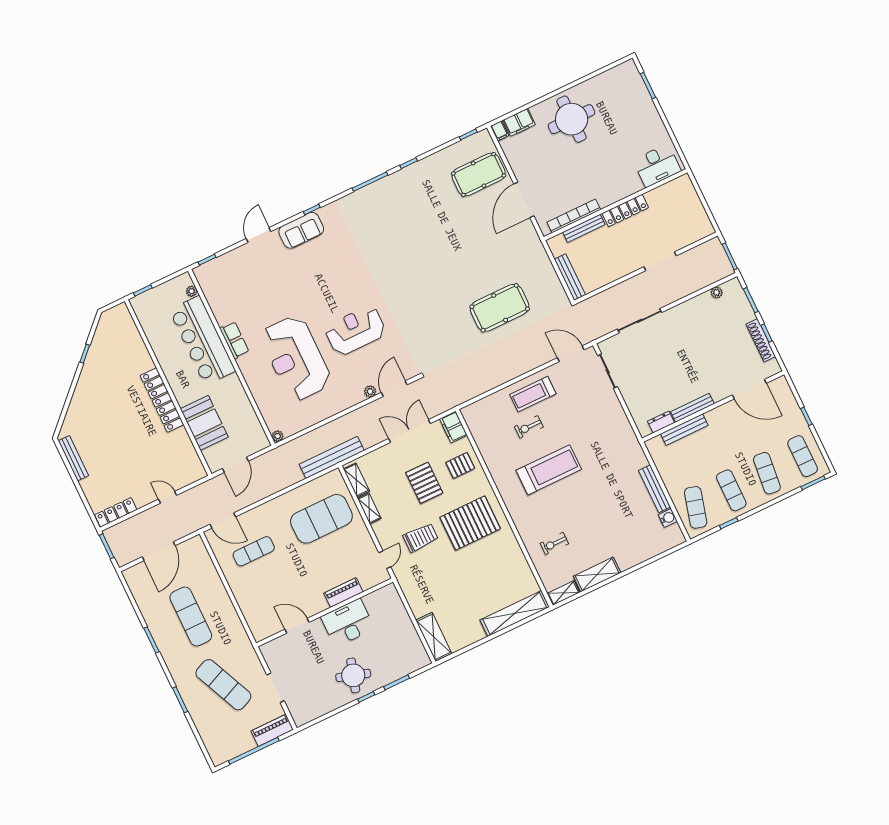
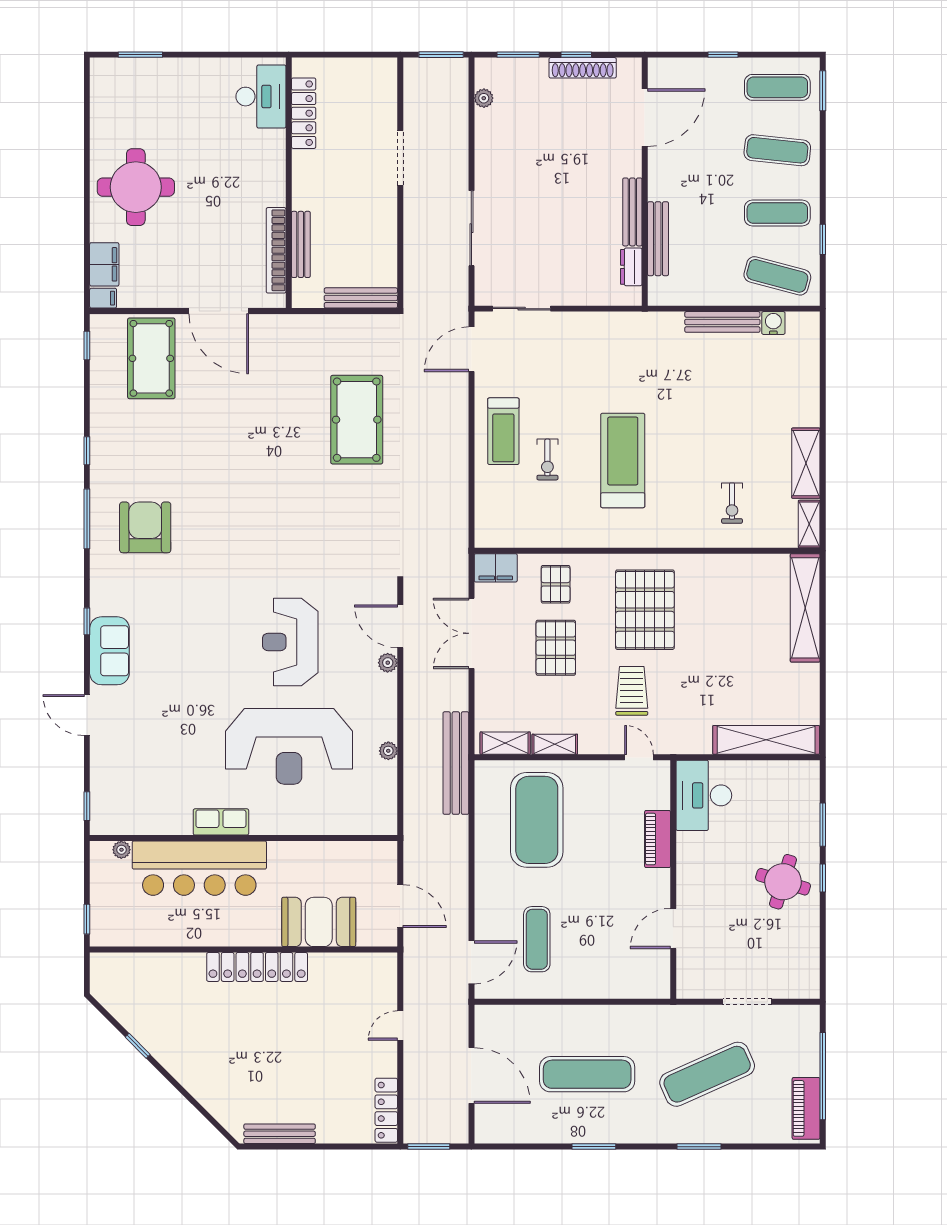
locker: (625, 210) -> (304, 113), moved
armchair: (381, 217) -> (145, 527), added
plant: (278, 436) -> (388, 751), moved
pallet: (424, 483) -> (556, 648), turned 90
desk: (348, 623) -> (704, 795), moved
shelving: (434, 637) -> (766, 740), width x1.47
piano: (272, 730) -> (806, 1108), moved

